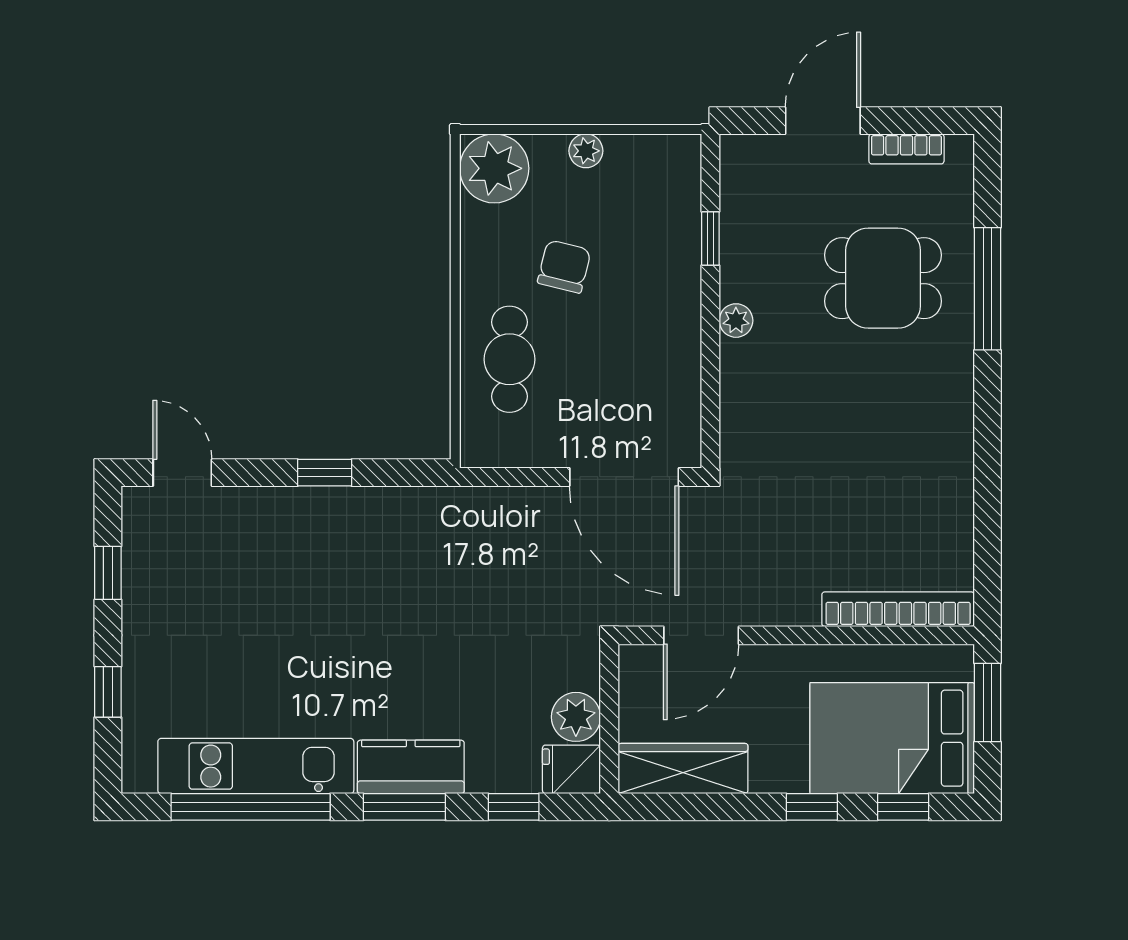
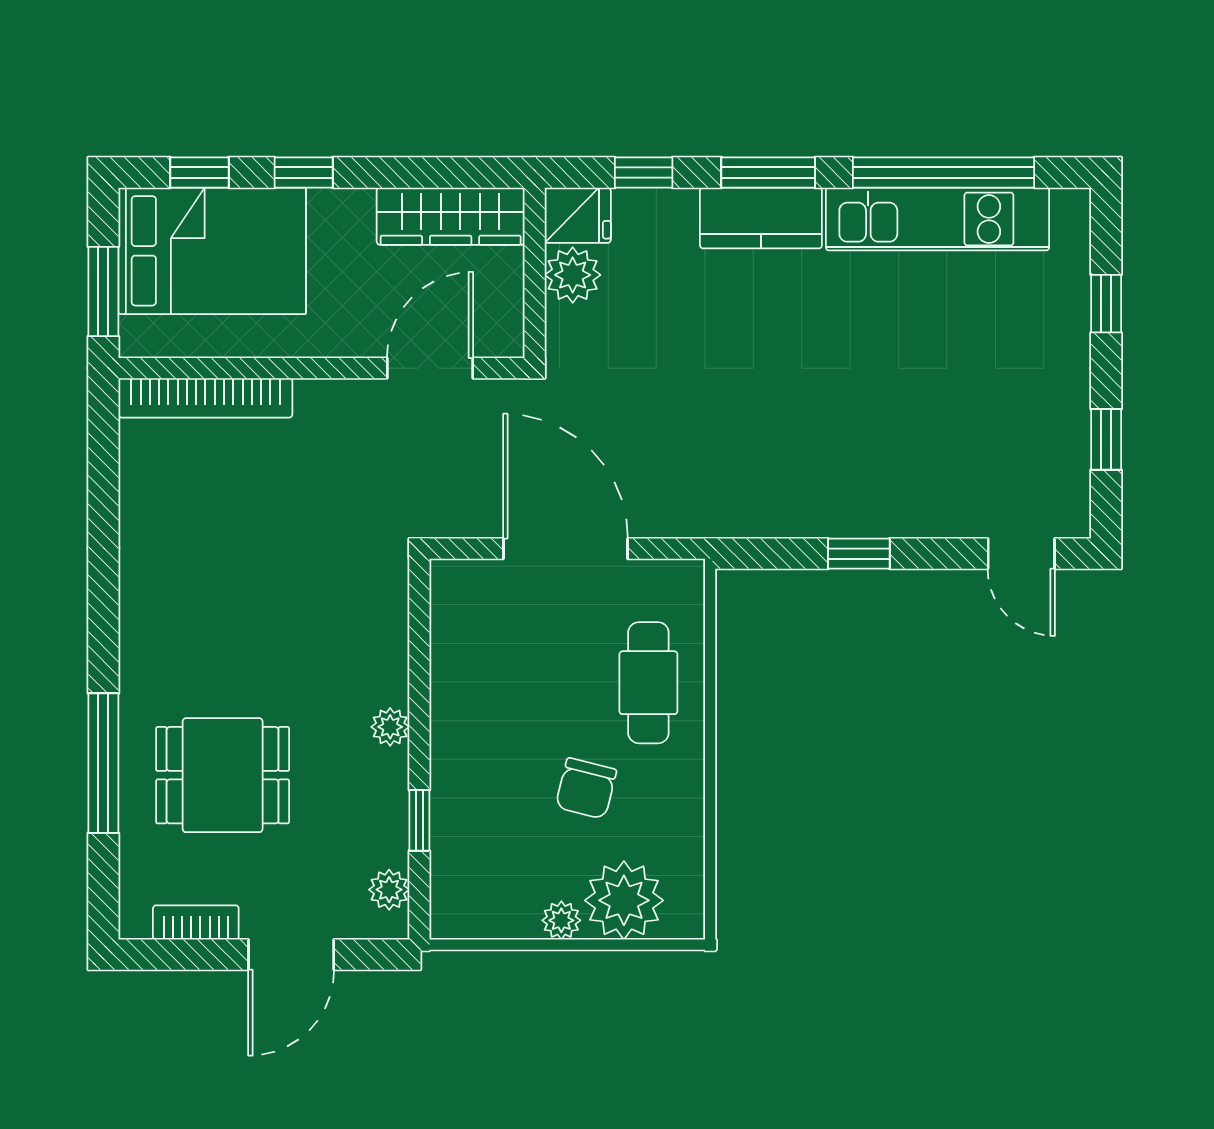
plant: (494, 168) -> (624, 900), moved
plant: (737, 178) -> (389, 890), added
door: (624, 477) -> (565, 549), moved

